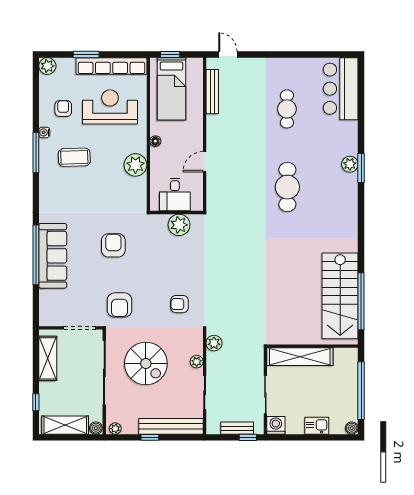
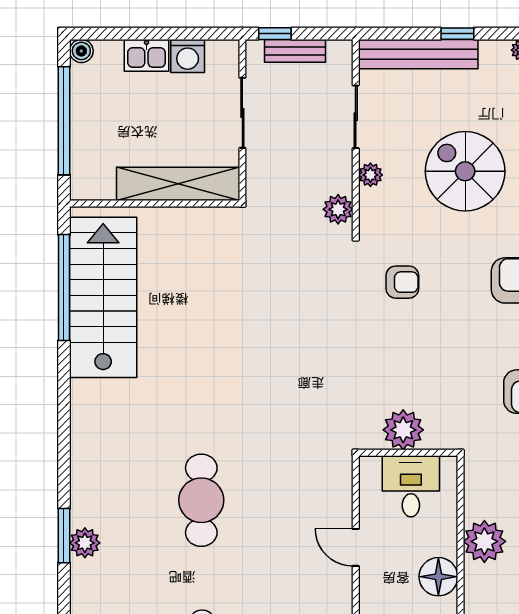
floor lamp: (155, 141) -> (438, 577), width x1.89, depth x1.89
door: (205, 162) -> (356, 547), swing flipped
washing machine: (276, 425) -> (188, 56), moved

